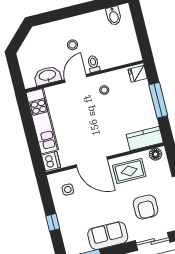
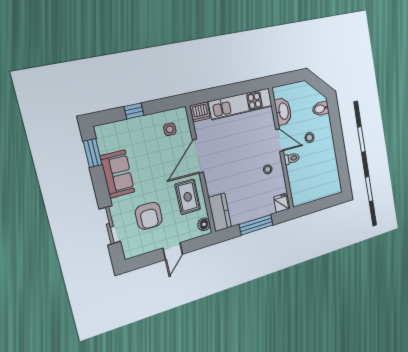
bidet: (114, 16) -> (321, 109), moved
armchair: (146, 207) -> (149, 216), turned -90

